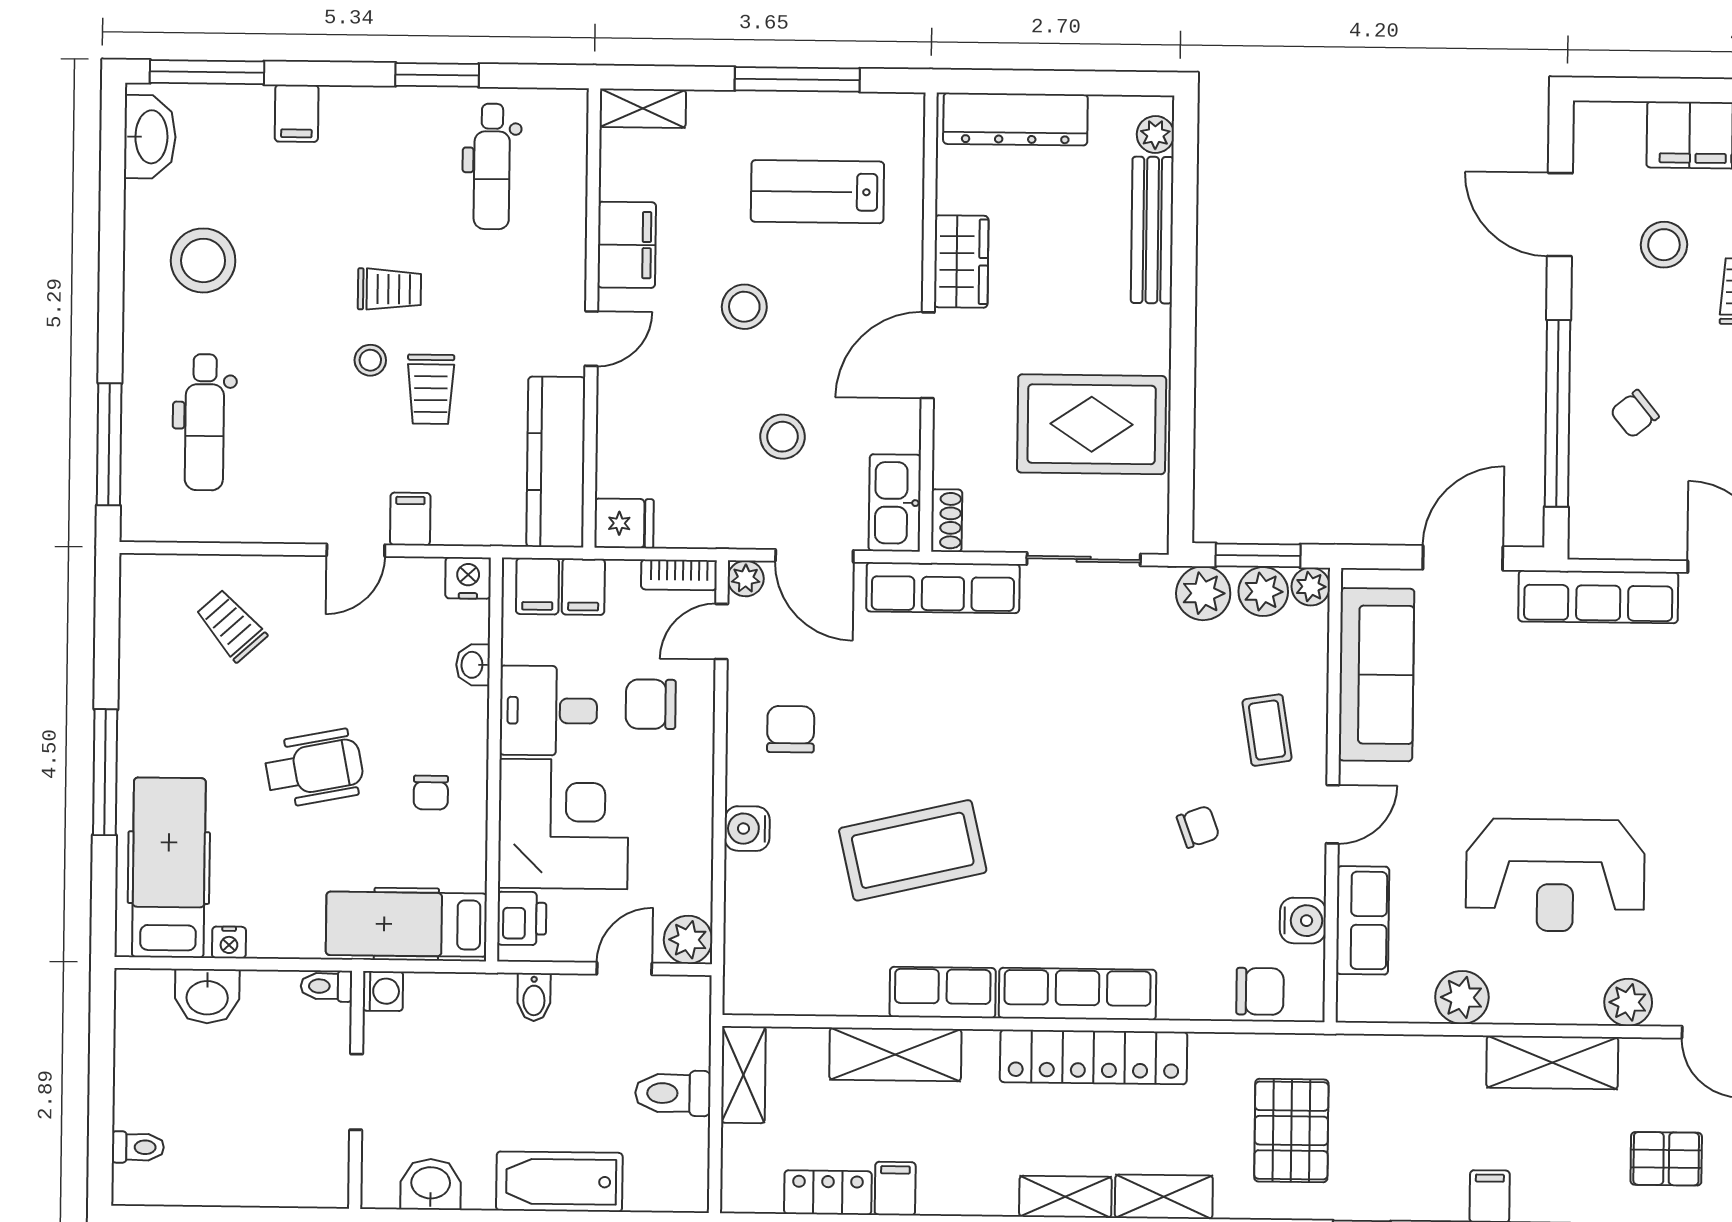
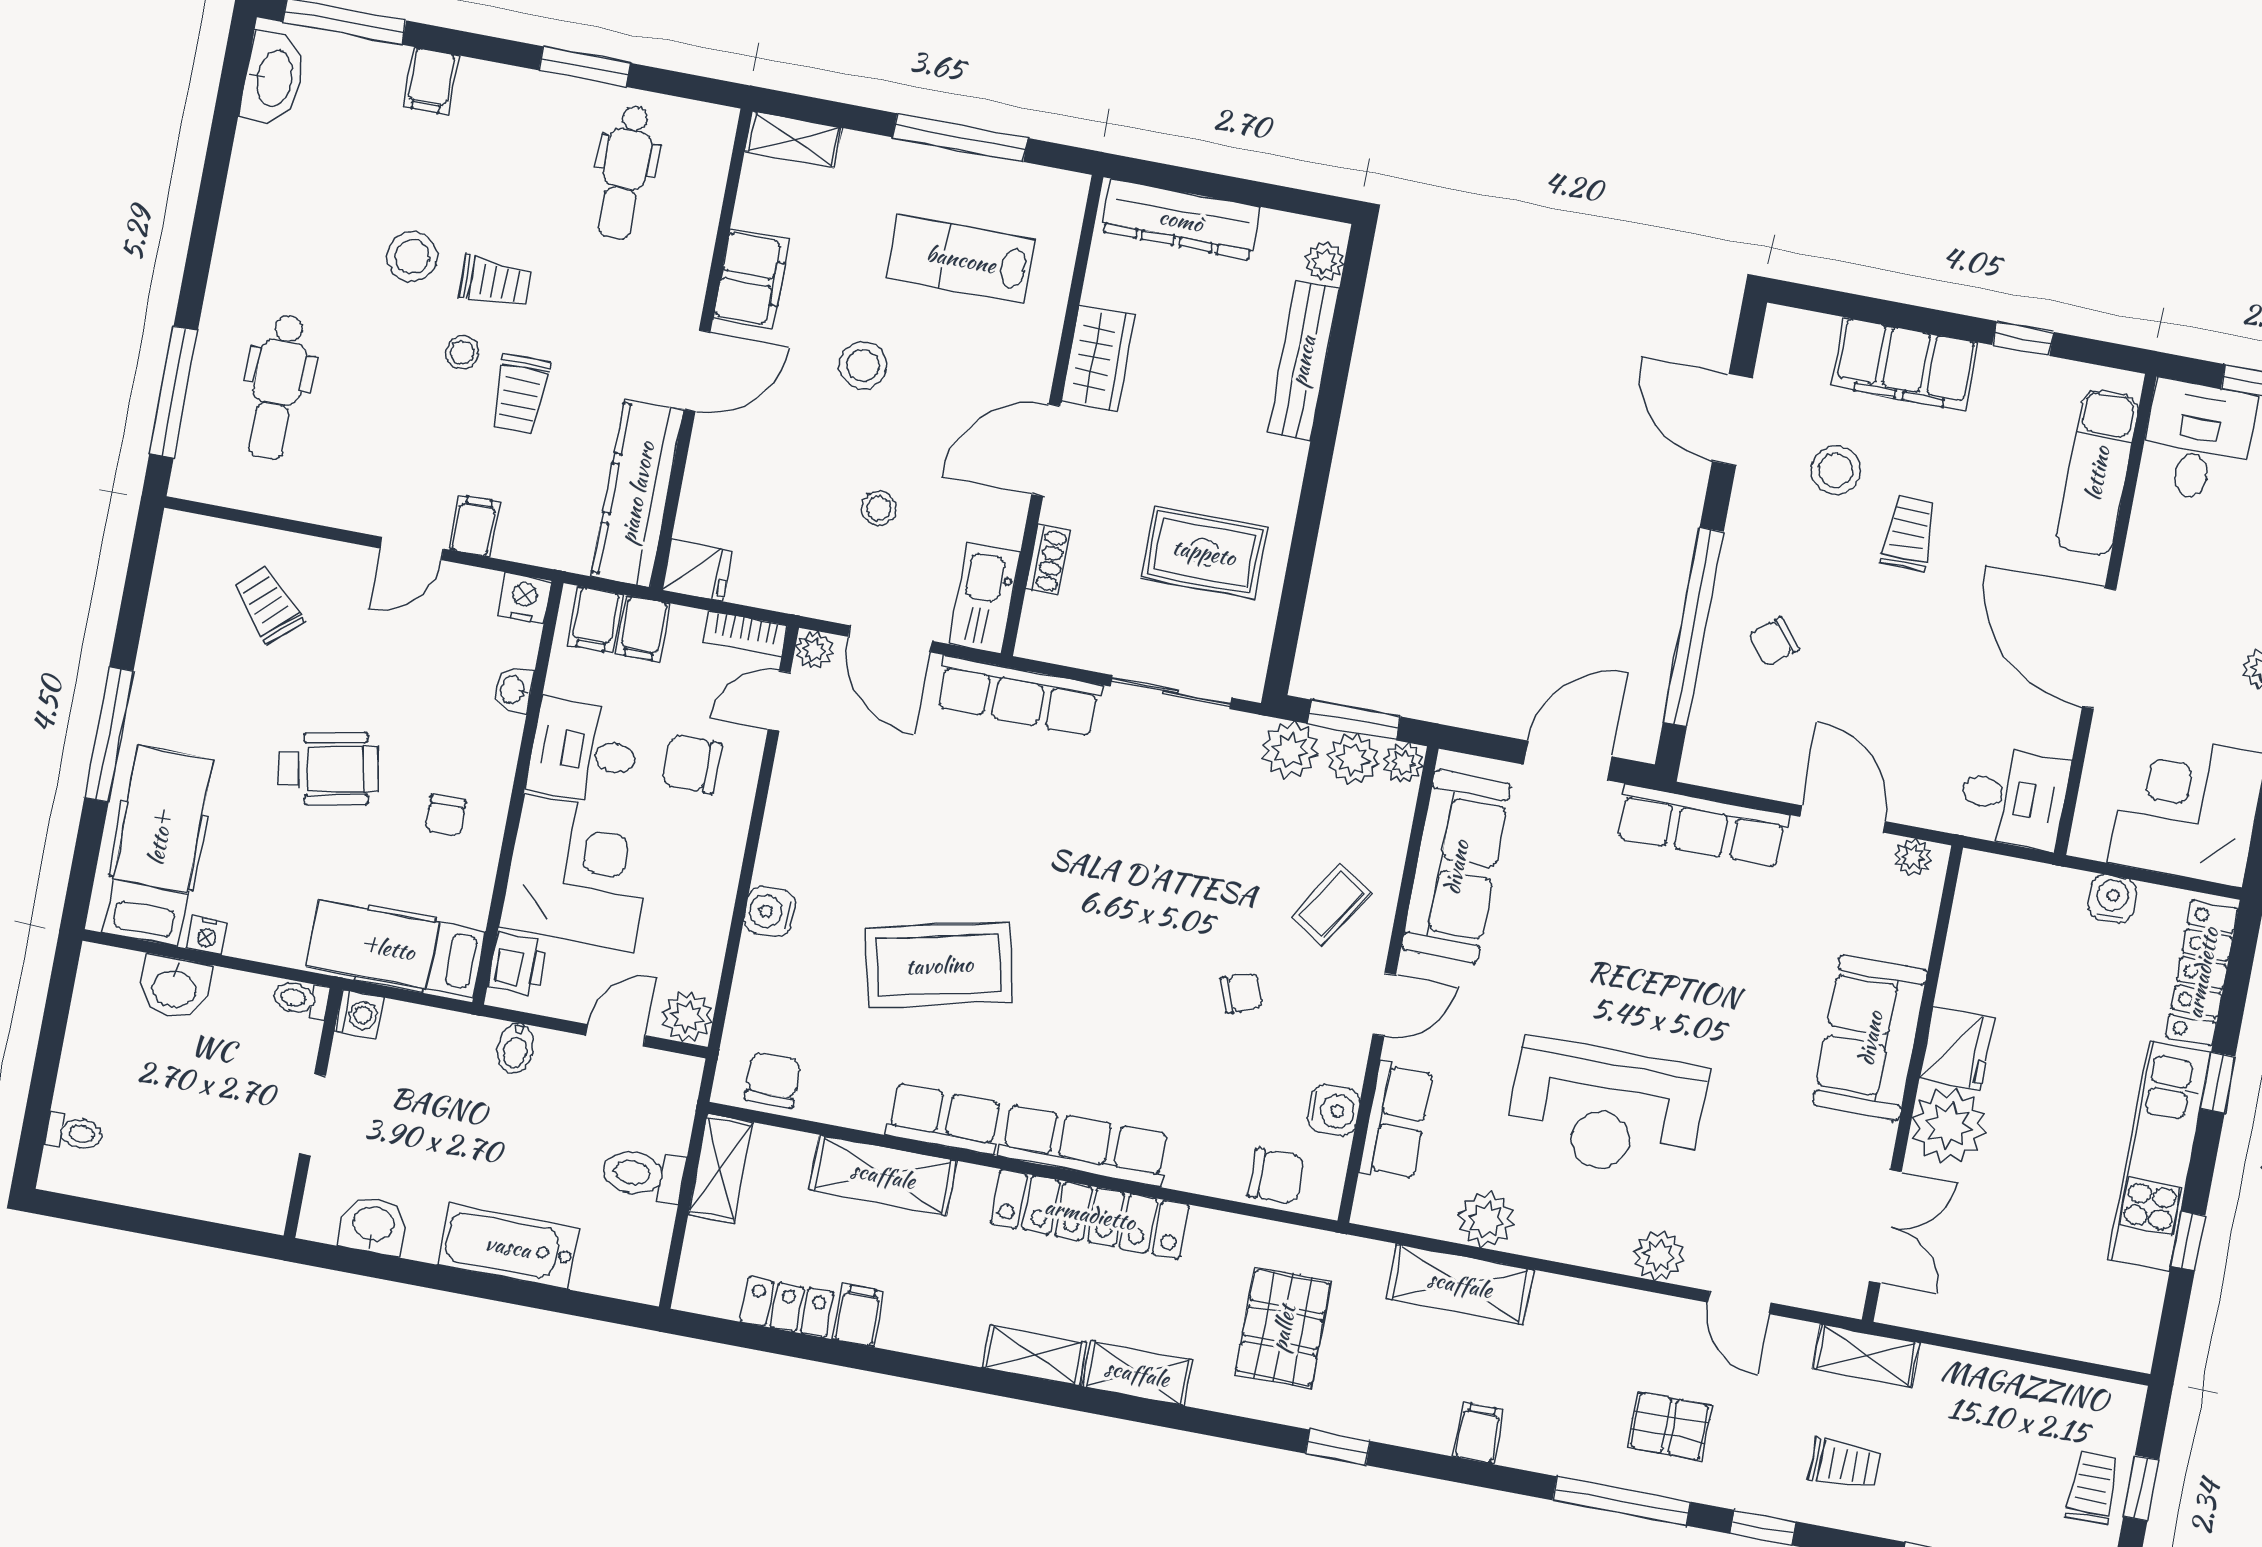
stool: (203, 260) -> (412, 257), moved, width x0.73, depth x0.73
door: (591, 339) -> (697, 371), width x1.38
rug: (1092, 424) -> (1204, 552), width x0.73, depth x0.70
stool: (782, 437) -> (879, 508), width x0.73, depth x0.73
shoe rack: (947, 521) -> (1047, 560), moved
chair: (791, 729) -> (773, 1080), moved
coffee table: (1267, 730) -> (1331, 904), turned 42
shelving: (1552, 1062) -> (1460, 1284), moved

